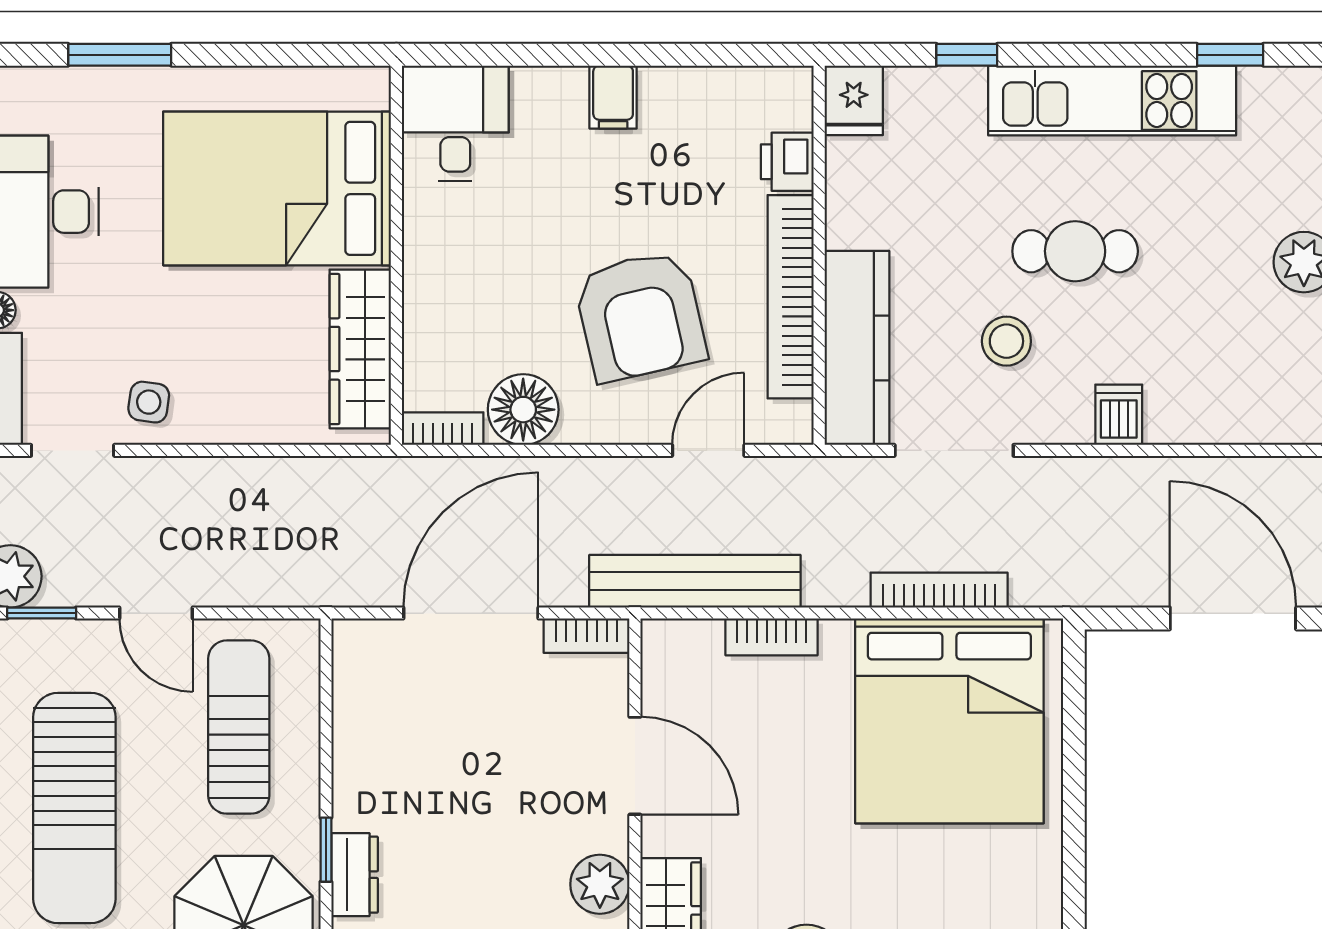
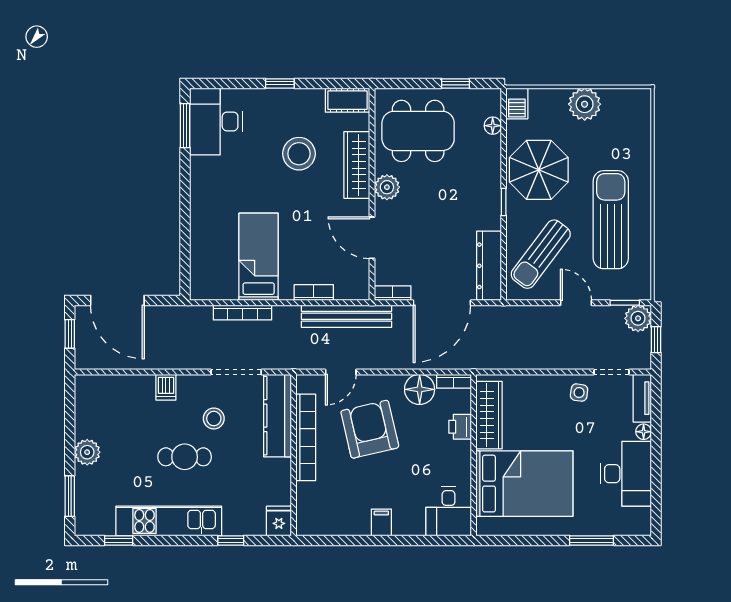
printer: (787, 162) -> (460, 427), moved, turned 180
bed: (949, 721) -> (259, 257), width x0.49
sun lounger: (239, 727) -> (541, 254), turned 37
dresser: (355, 875) -> (489, 266), moved, width x1.96, depth x1.24

